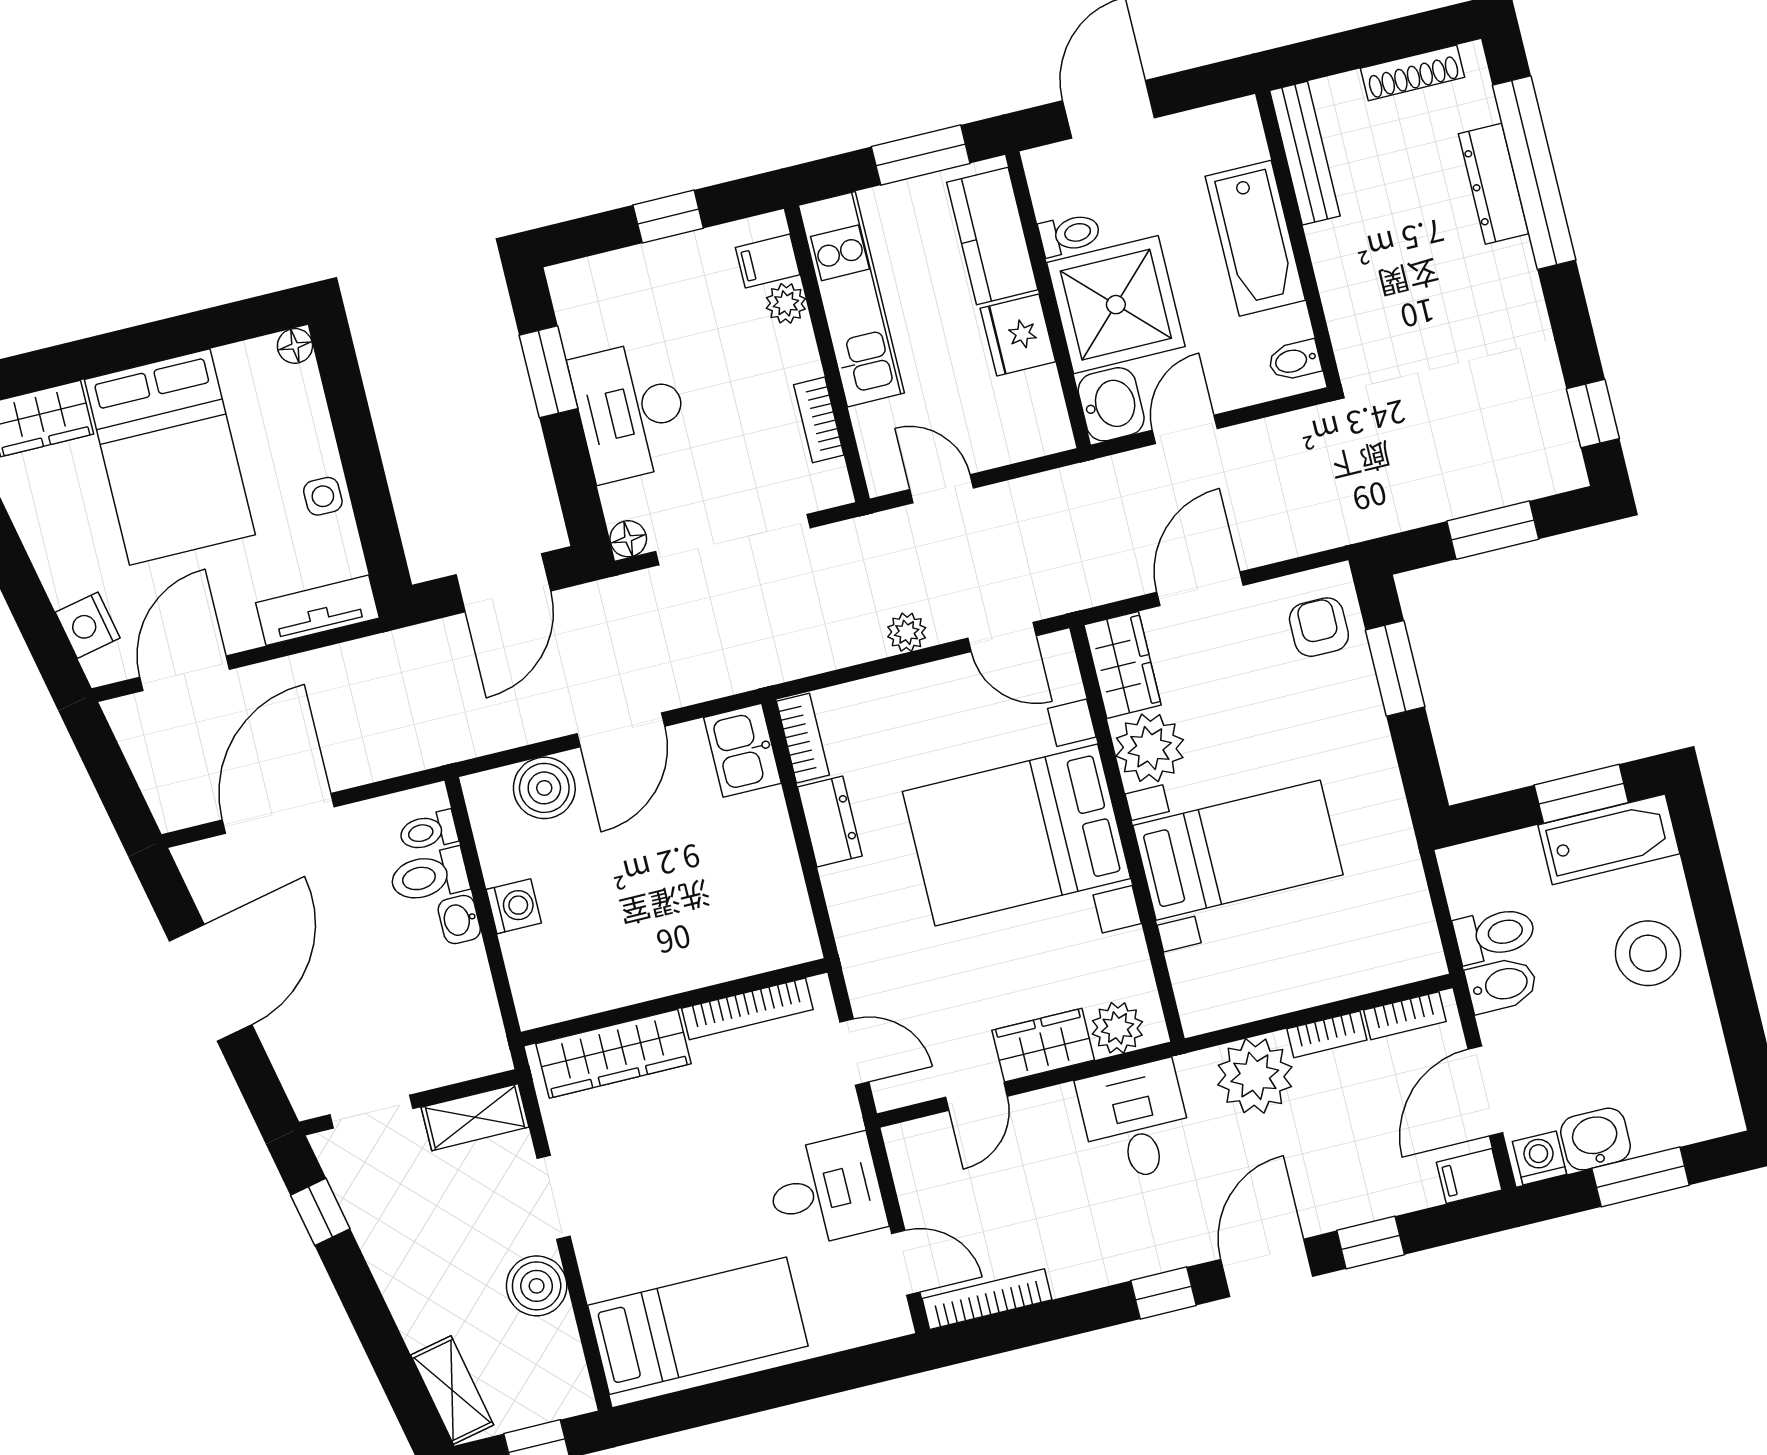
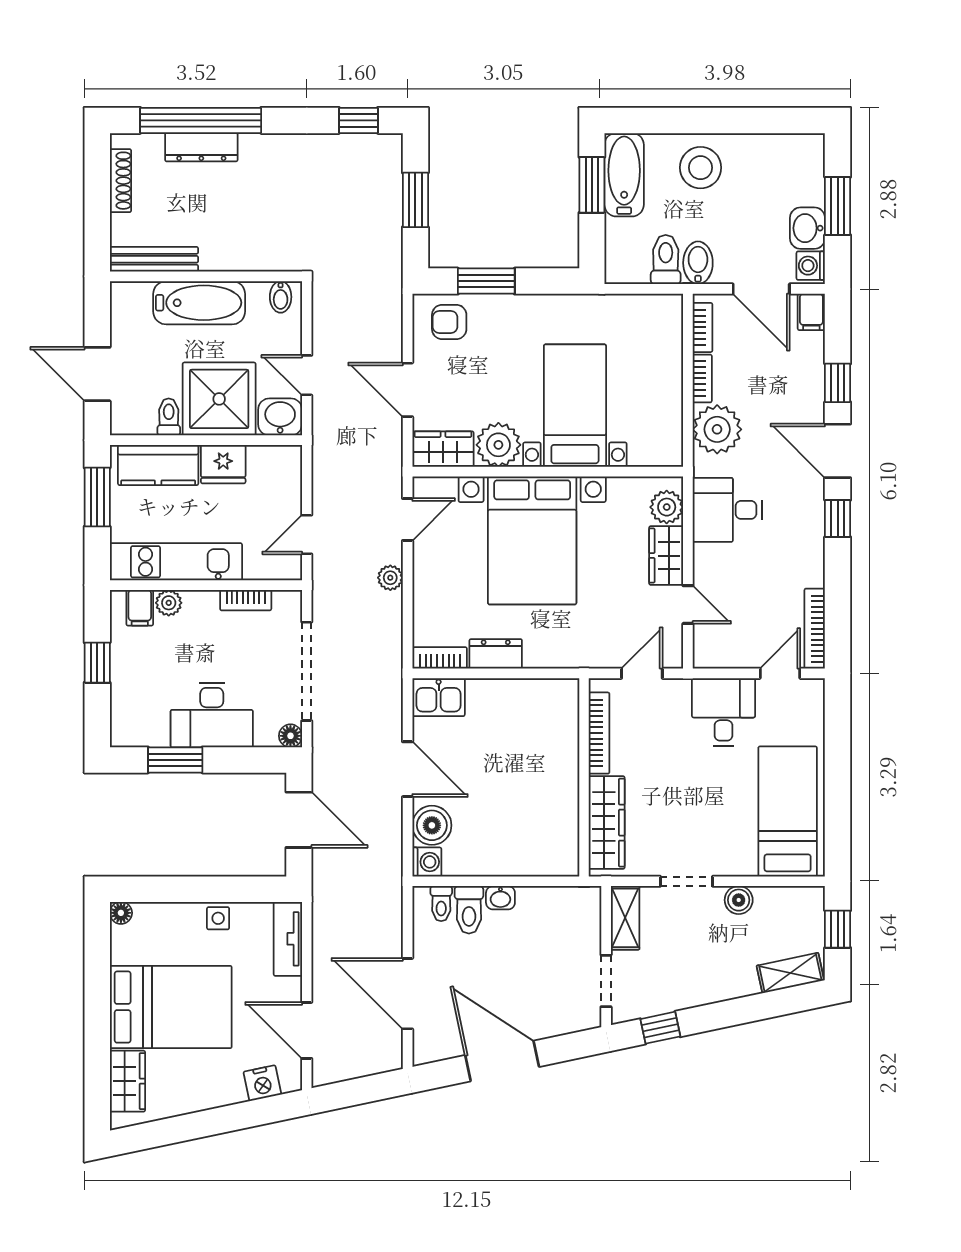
washing machine: (514, 906) -> (427, 862), moved, turned 90
boiler: (537, 1286) -> (739, 900), width x0.73, depth x0.73

